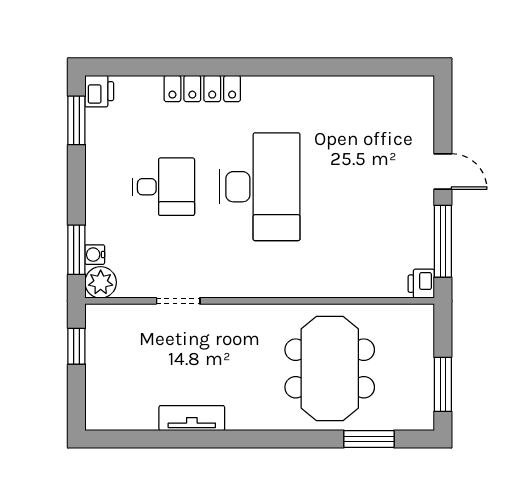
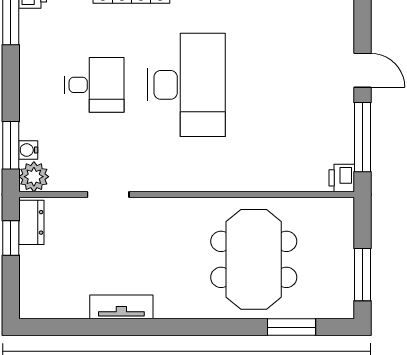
dresser: (98, 330) -> (31, 222), added

